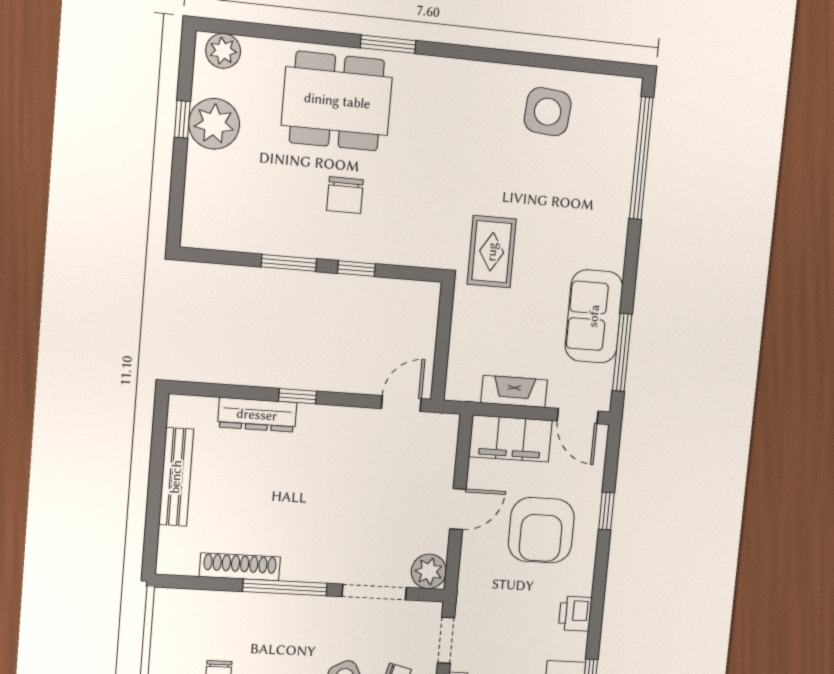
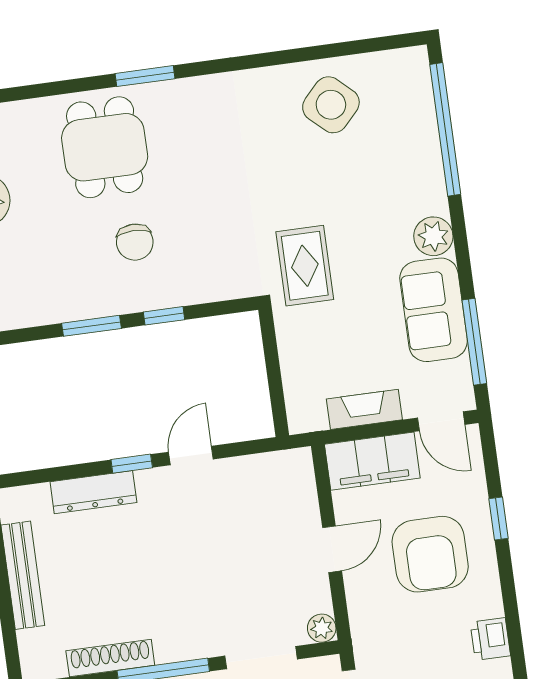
dining table: (337, 101) -> (105, 147), width x0.73
side table: (548, 112) -> (331, 105), turned 38
plant: (609, 251) -> (433, 236), added
door: (401, 404) -> (191, 456), moved
plant: (429, 571) -> (322, 628), width x0.73, depth x0.73

